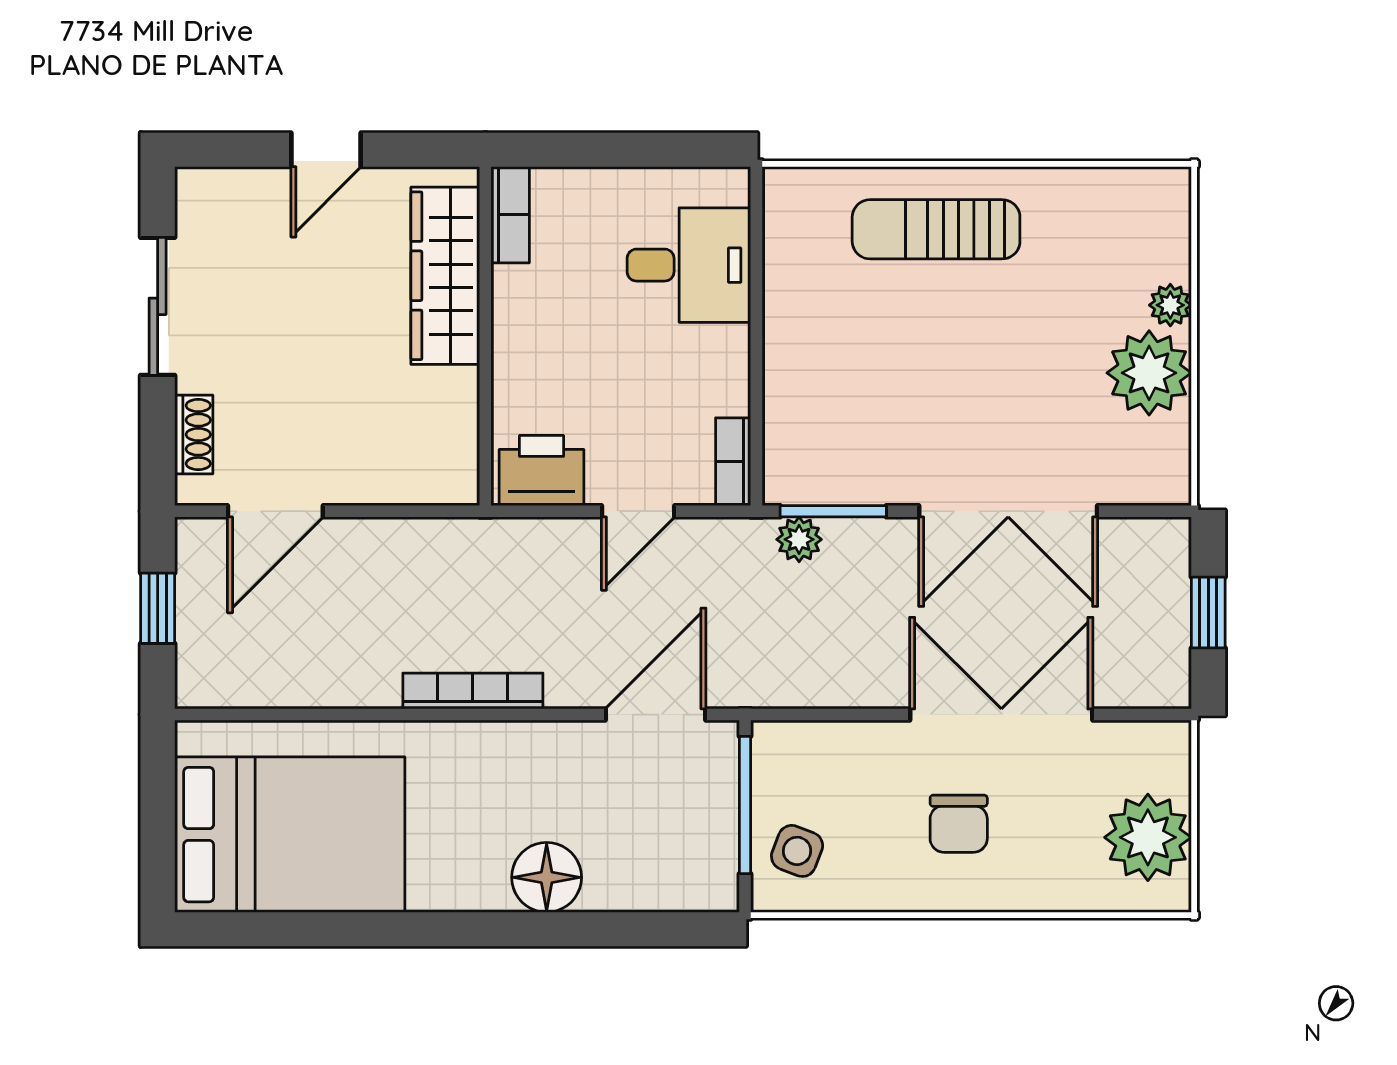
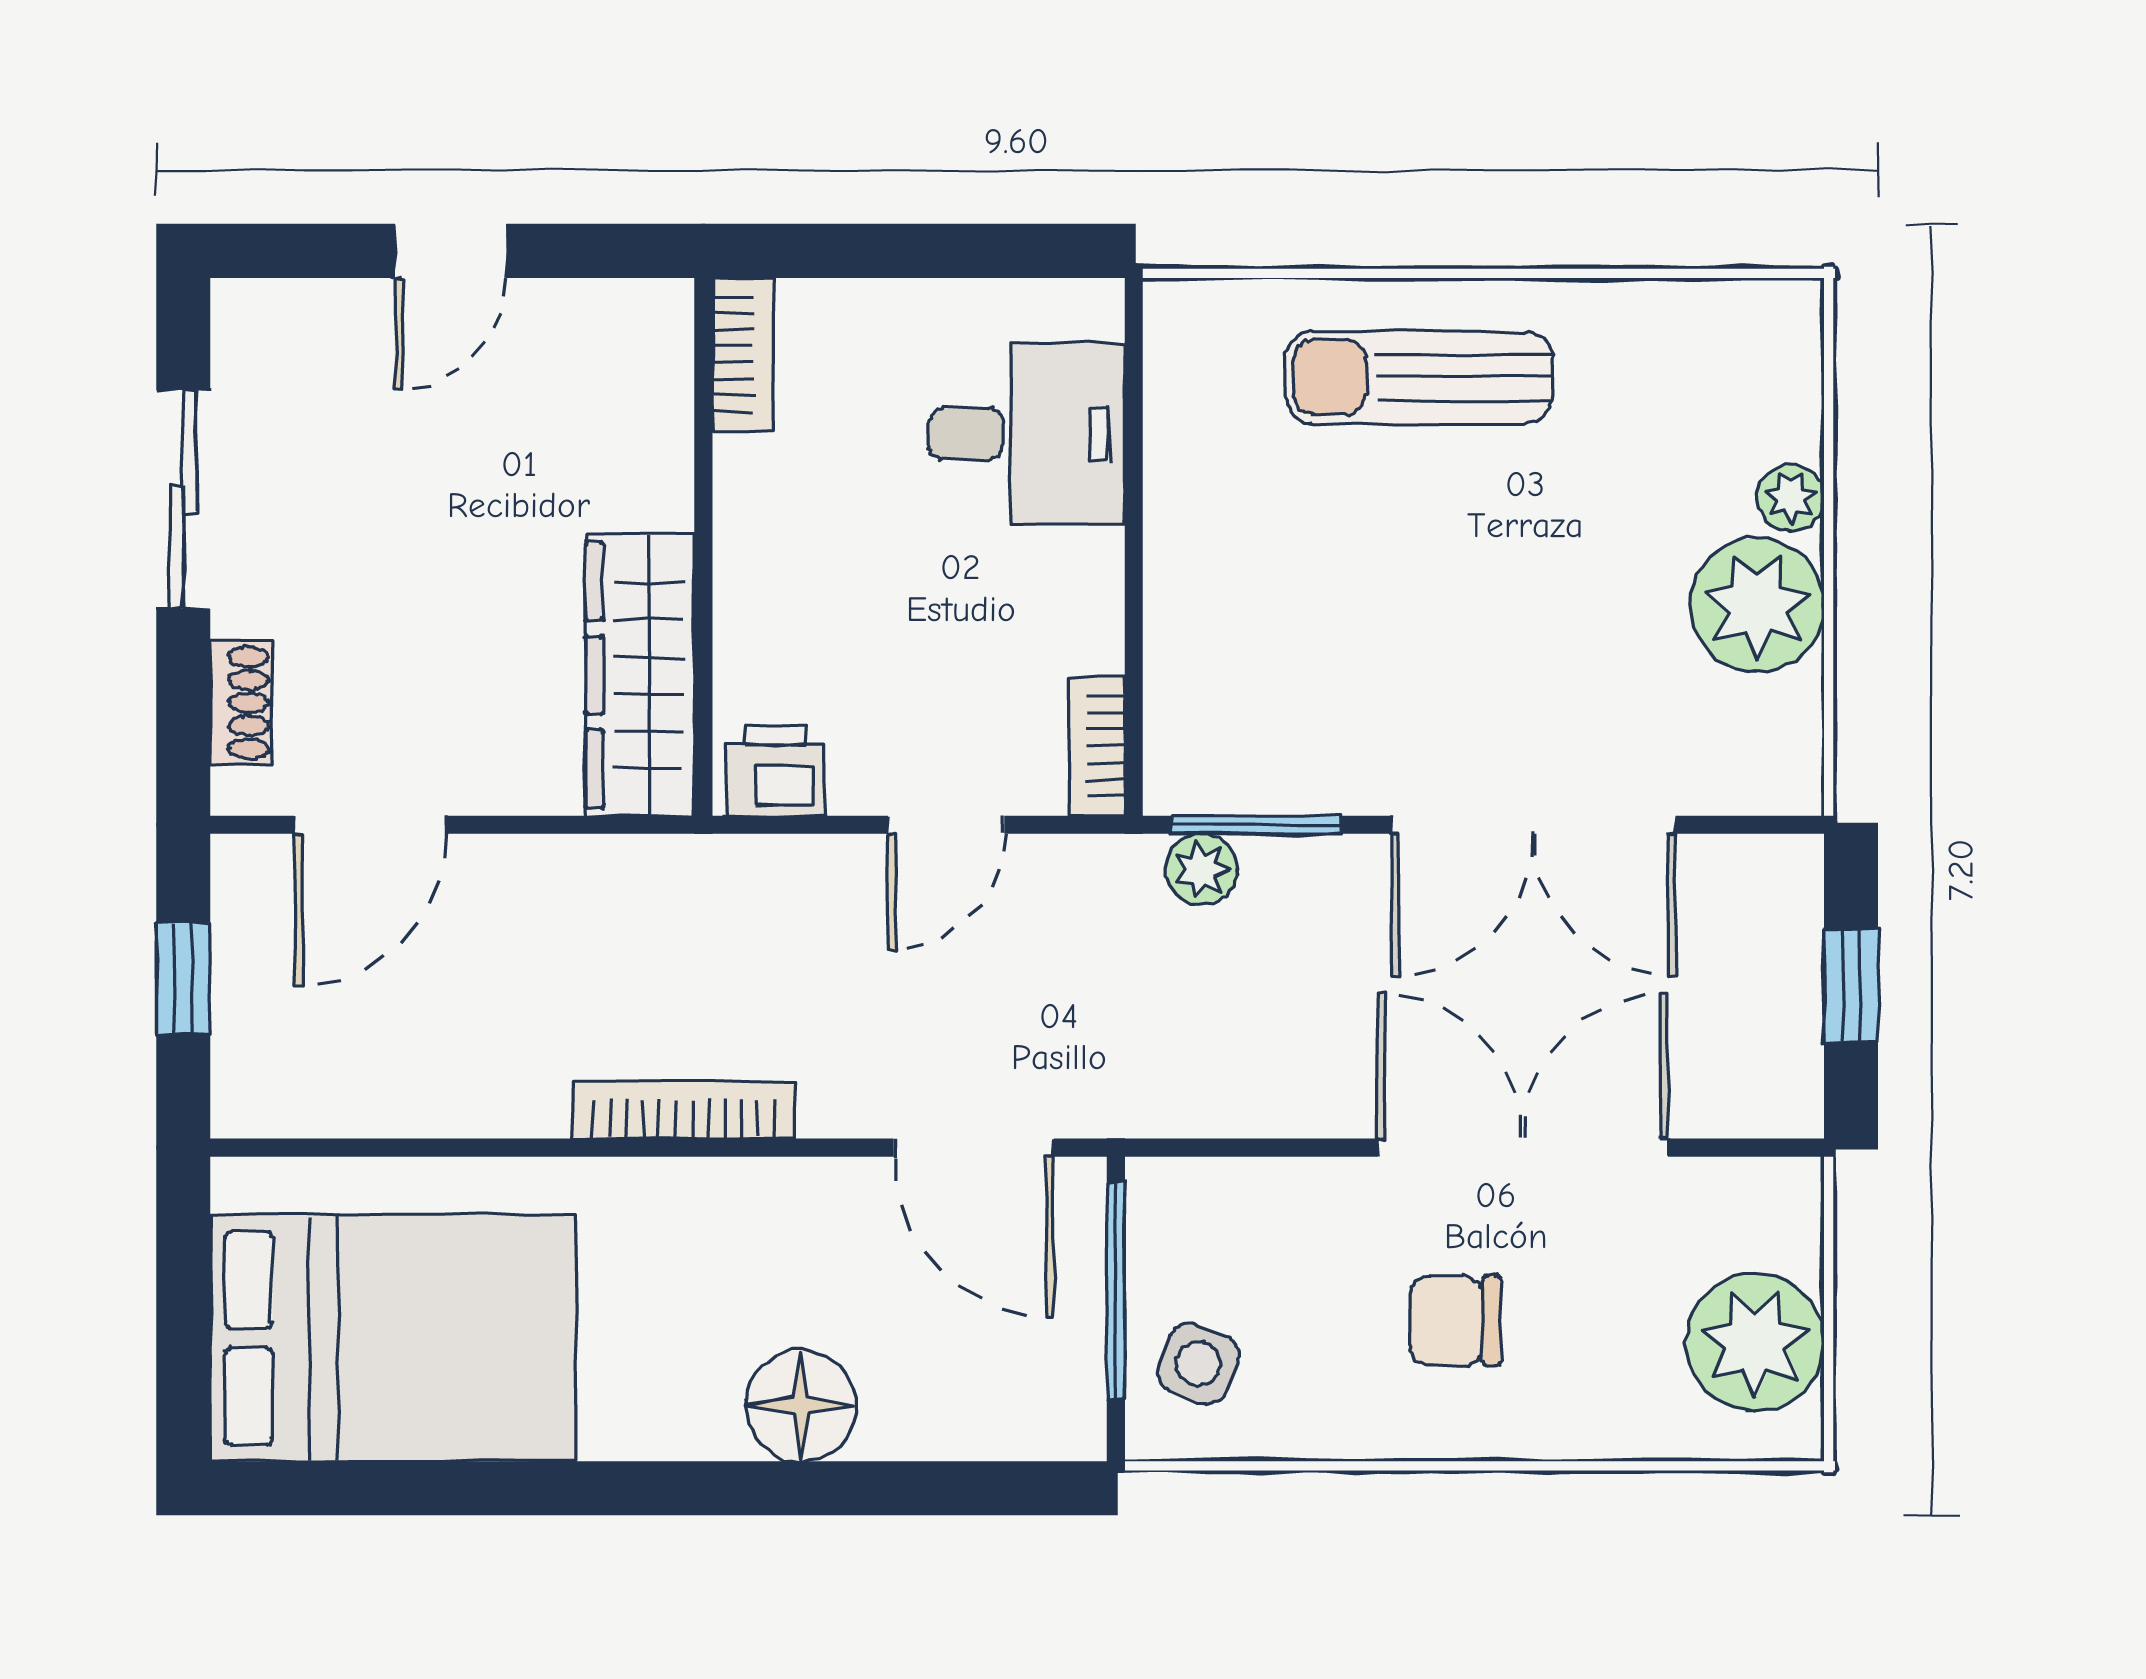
wardrobe: (445, 276) -> (640, 675), moved
printer: (542, 471) -> (775, 771), width x0.73, depth x0.81
door: (656, 715) -> (974, 1148), swing flipped
chair: (959, 824) -> (1455, 1321), turned 90

